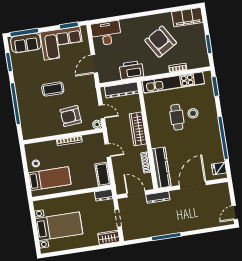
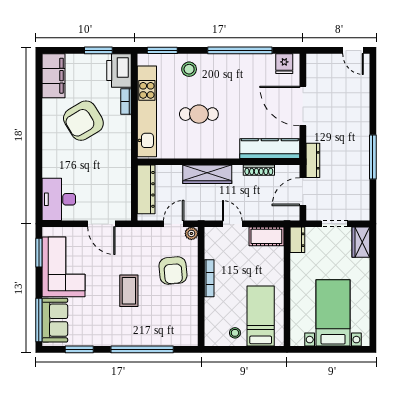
printer: (131, 70) -> (119, 70), moved
stool: (193, 113) -> (189, 69), moved
door: (108, 150) -> (232, 224), hinge flipped

